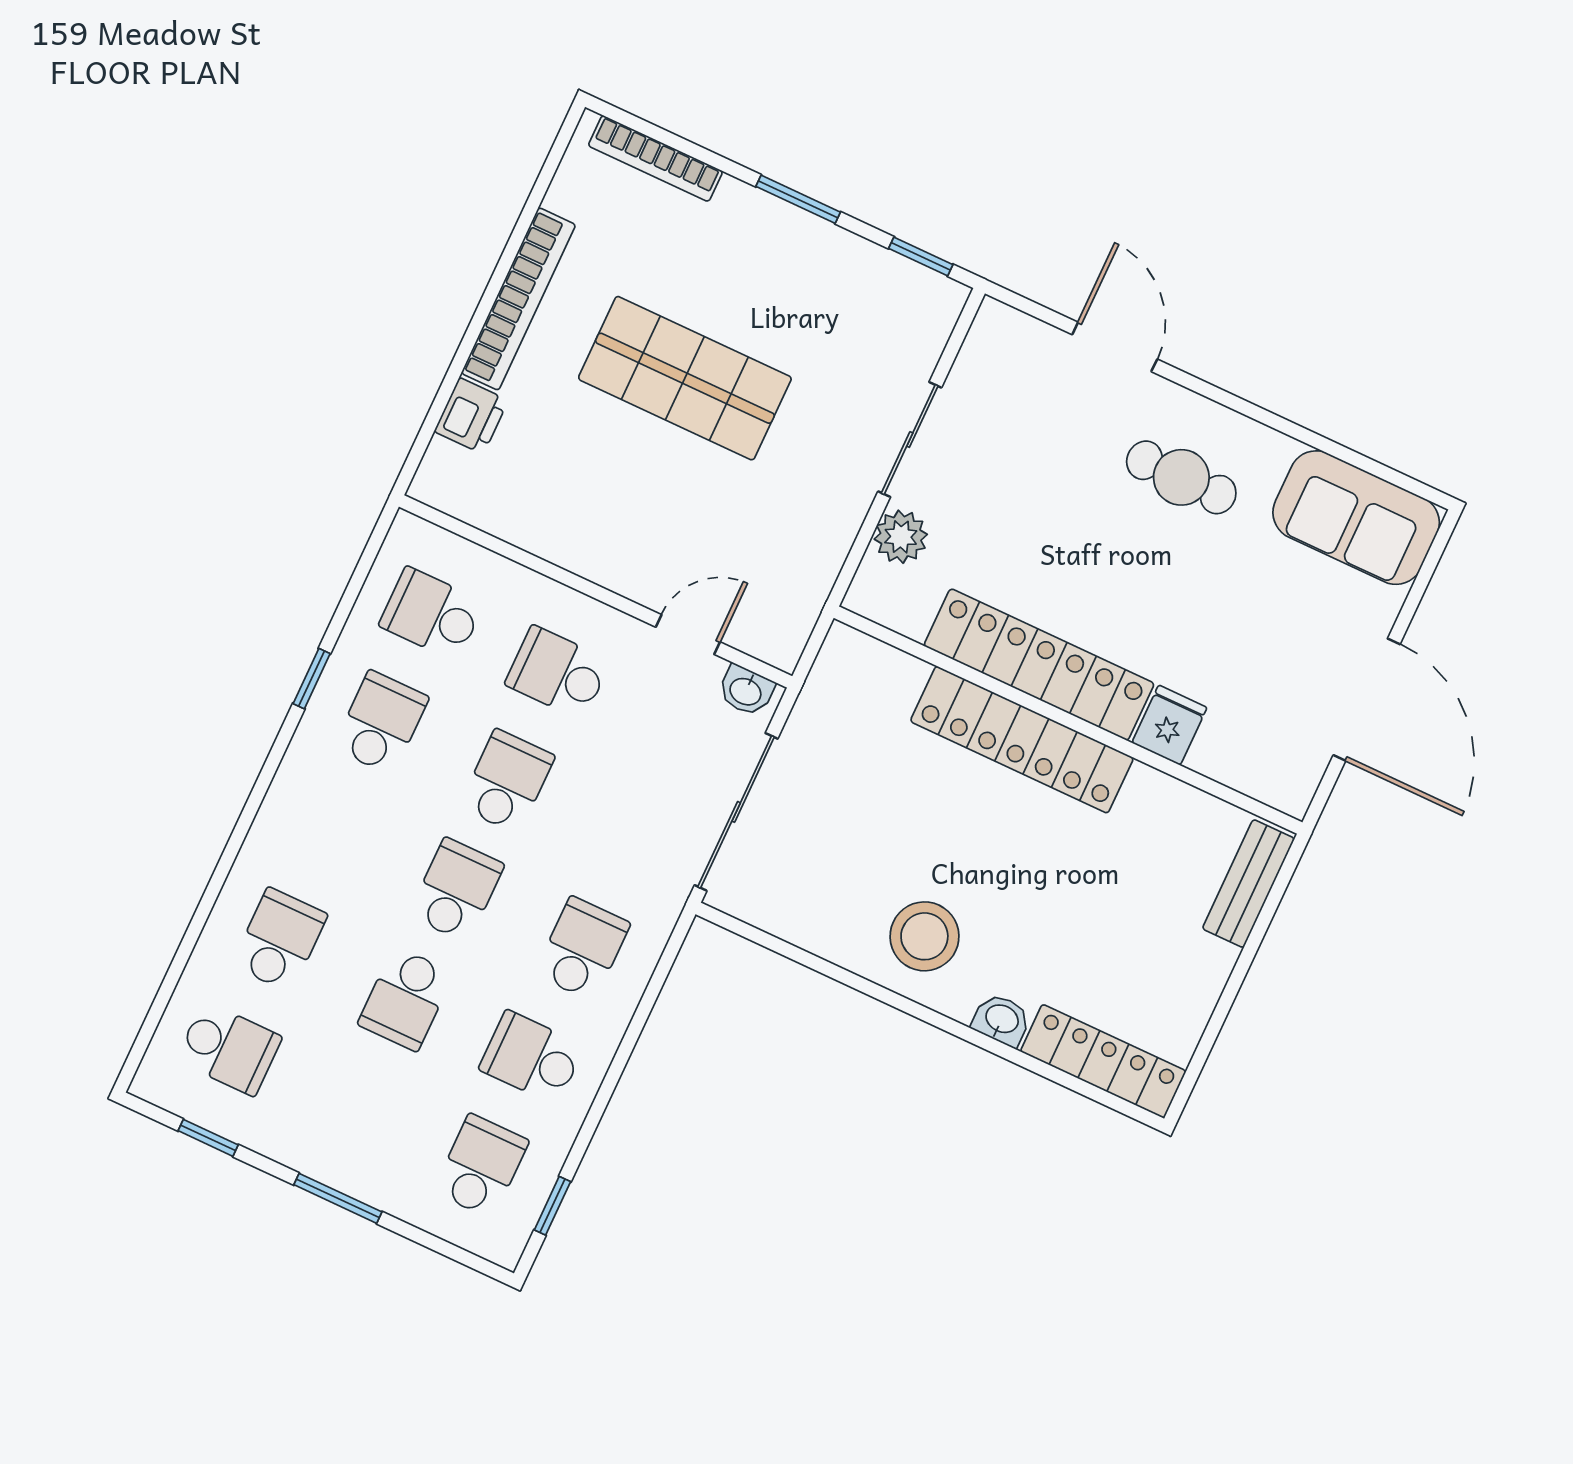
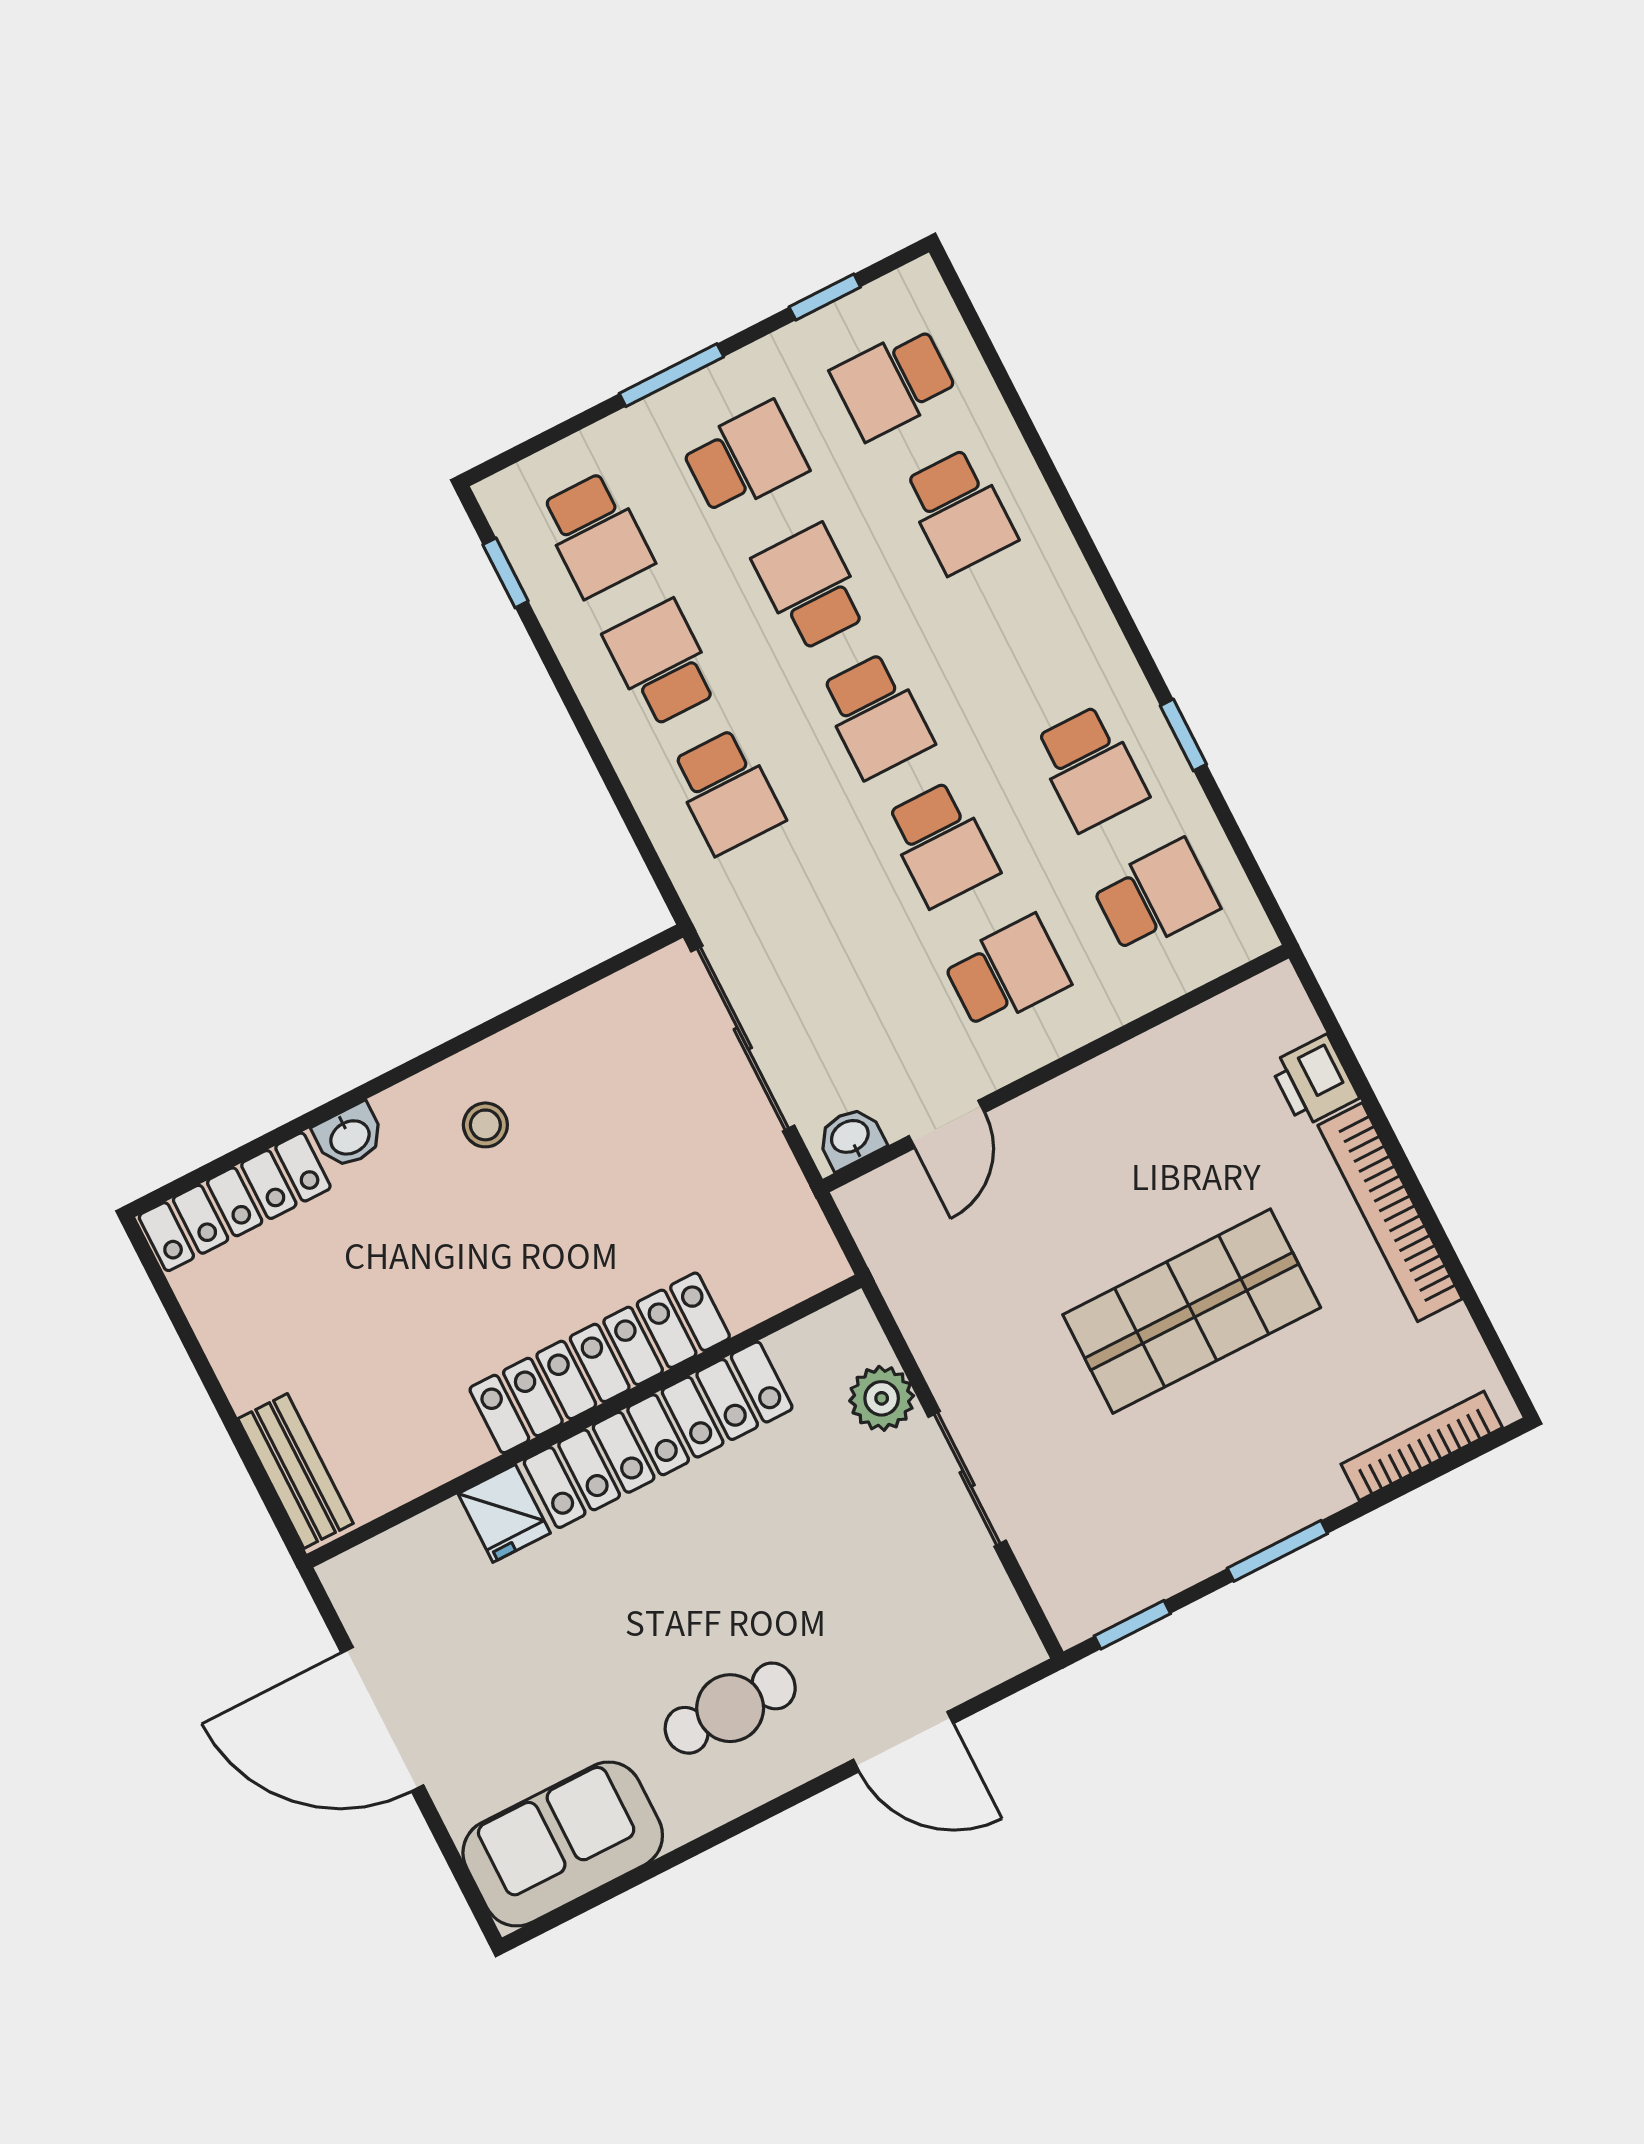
stool: (924, 936) -> (485, 1125), width x0.53, depth x0.53
school desk: (532, 1057) -> (661, 663), turned -90
school desk: (355, 1107) -> (745, 459), added

